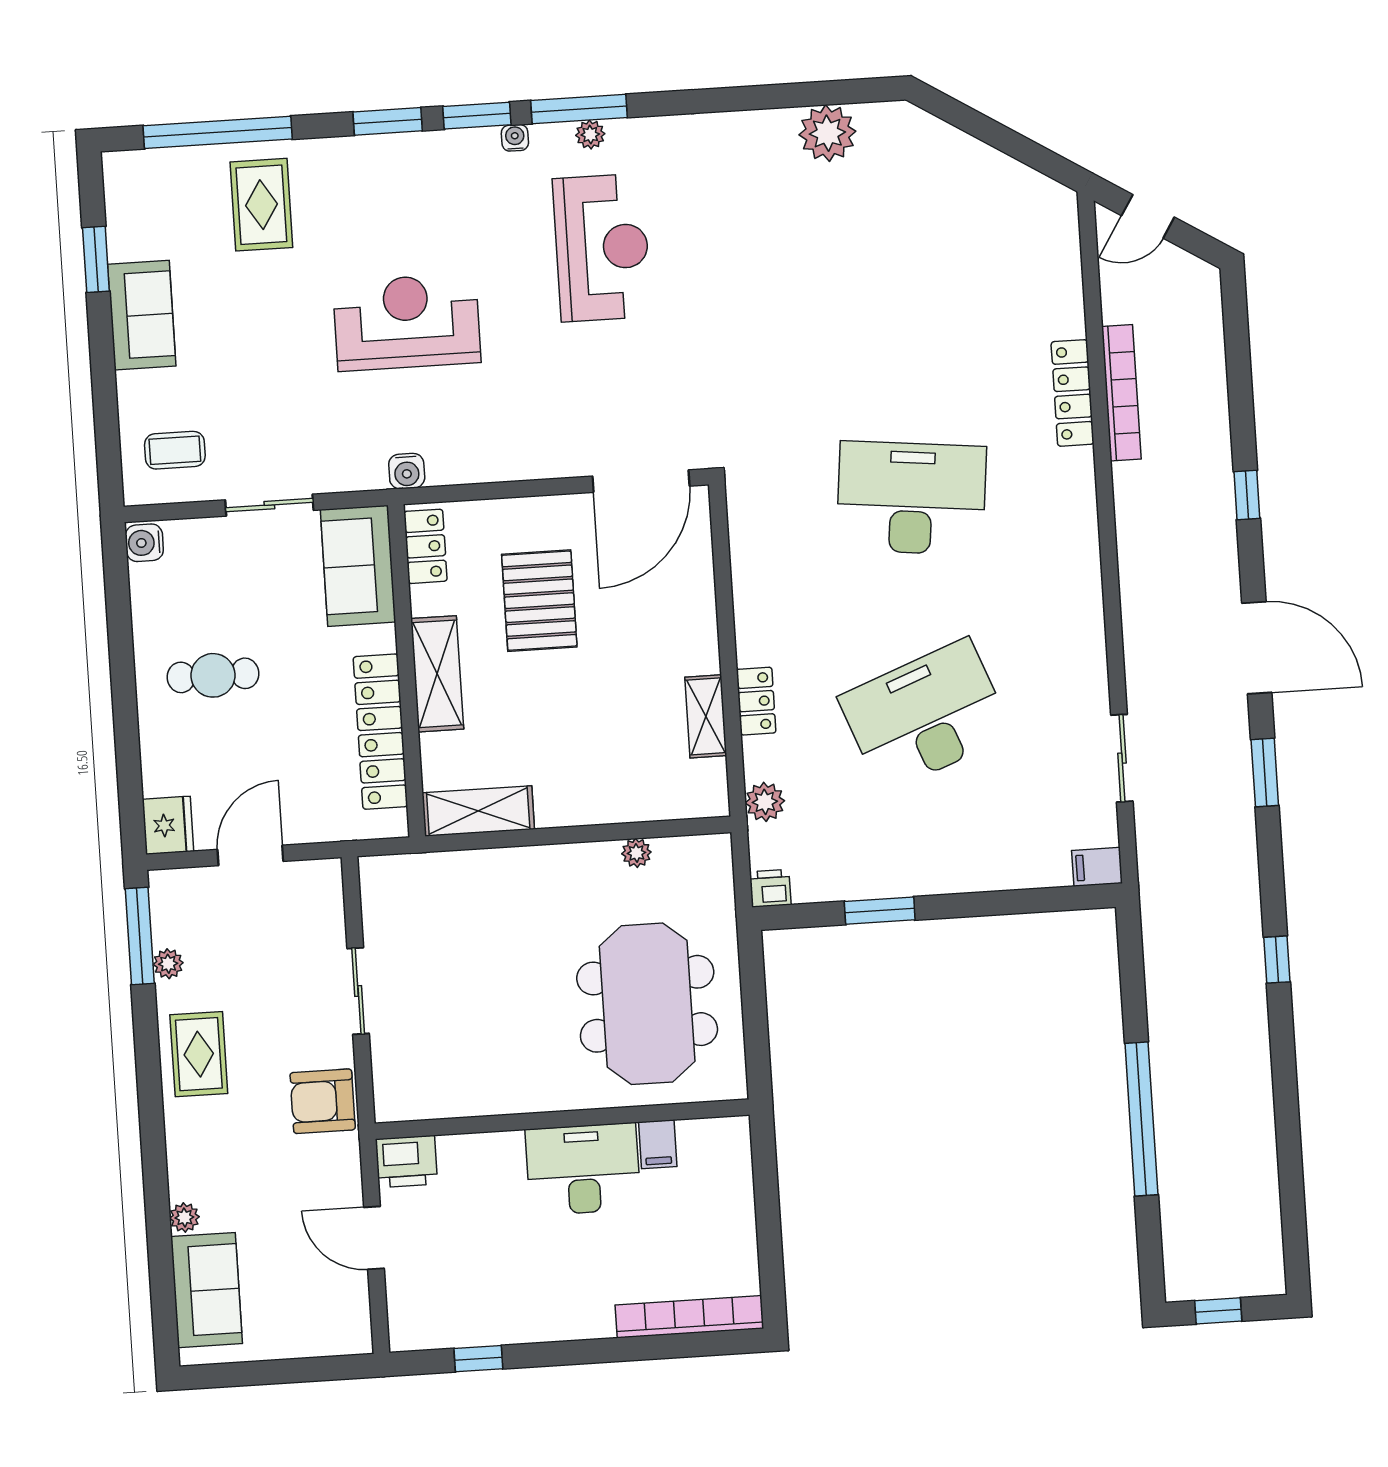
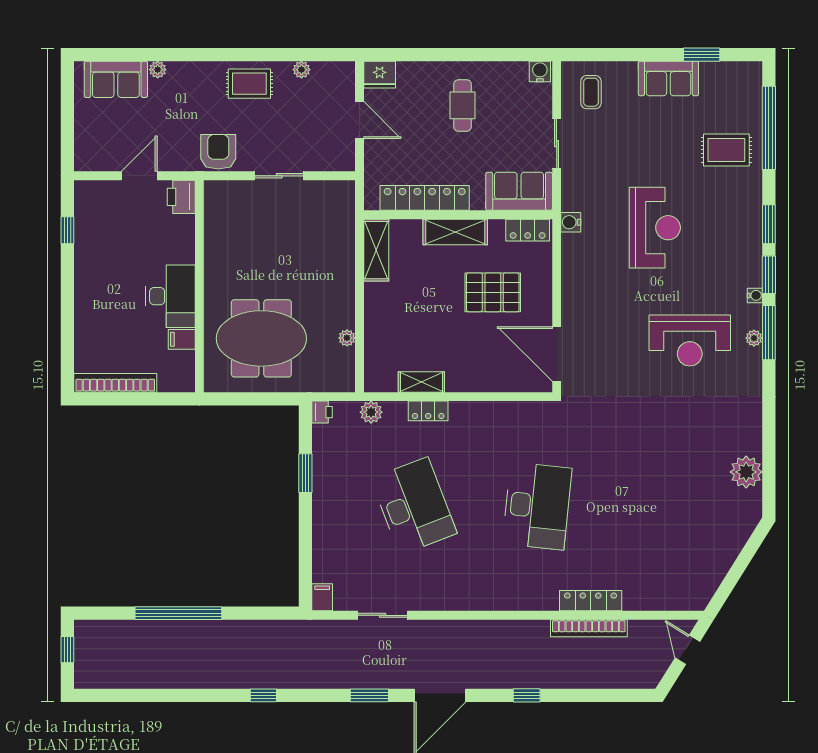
window: (140, 936) -> (318, 55), removed
bookcase: (689, 1317) -> (115, 383), moved, turned -90

